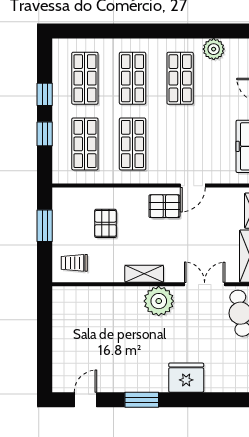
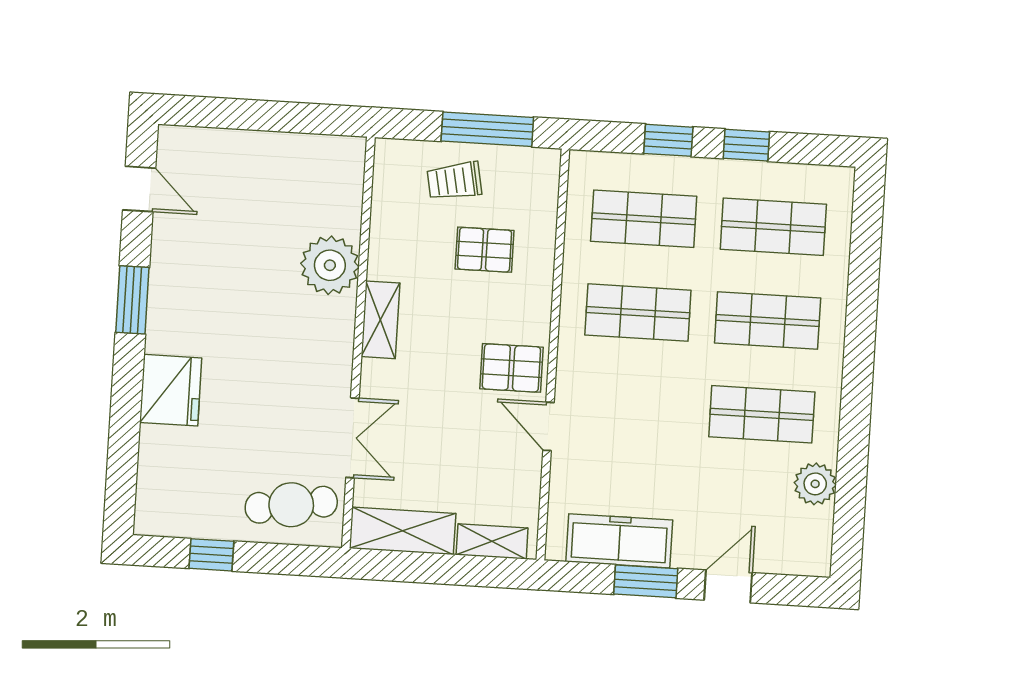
pallet: (164, 206) -> (511, 368), turned 90
window: (45, 226) -> (487, 129), width x1.44
trolley: (74, 263) -> (454, 181), moved, turned -101
plant: (159, 301) -> (330, 265), moved

